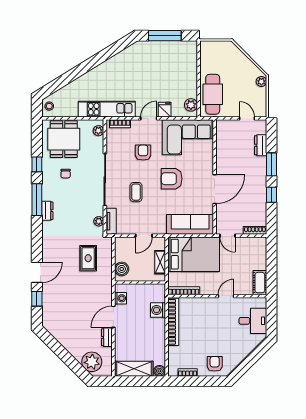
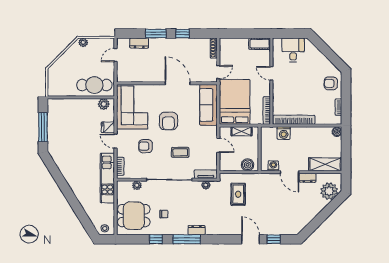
plant: (98, 131) -> (137, 185), moved
rug: (88, 258) -> (238, 194), turned 90
shelving: (134, 369) -> (325, 164), moved, turned 90

